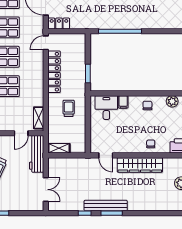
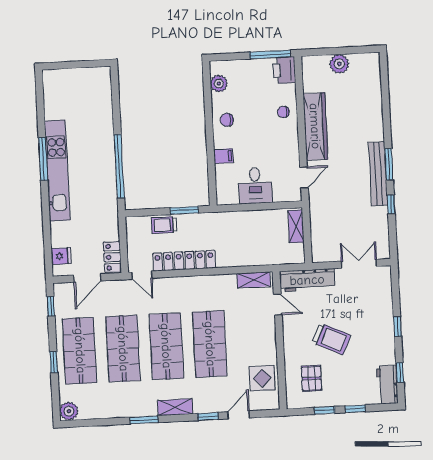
trolley: (69, 108) -> (164, 225), moved
desk: (106, 108) -> (255, 186), moved, turned -90
shelving: (59, 148) -> (296, 226), moved

